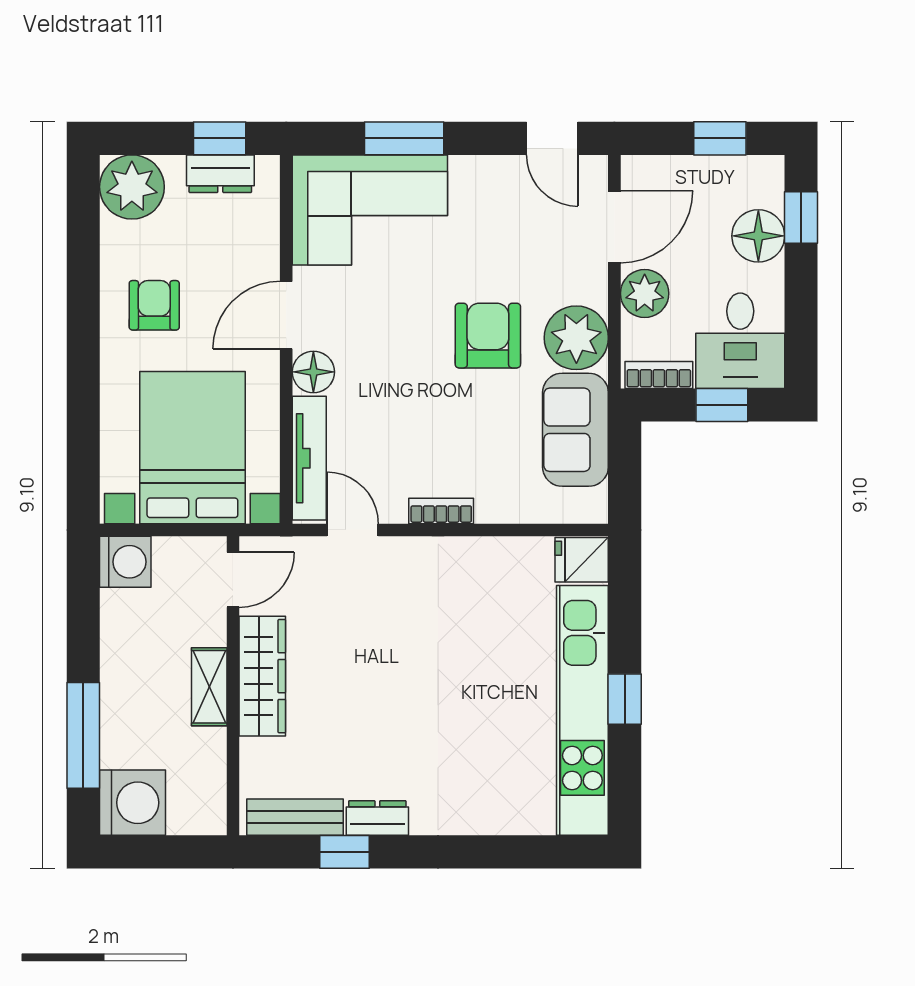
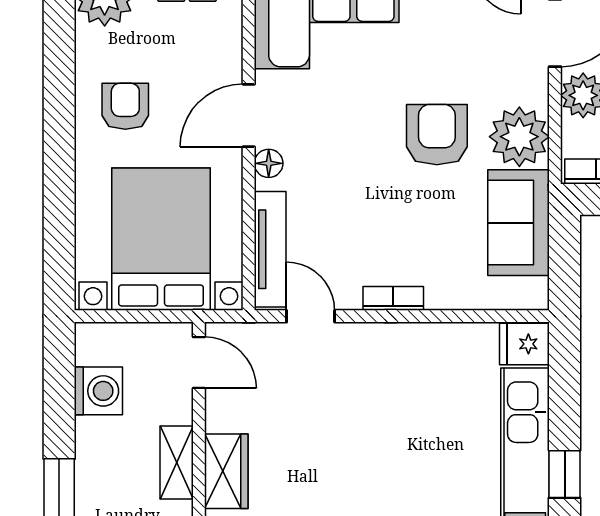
floor lamp: (313, 372) -> (269, 163), width x0.73, depth x0.73
washing machine: (125, 562) -> (98, 391), moved
door: (233, 580) -> (199, 363), hinge flipped
wardrobe: (262, 676) -> (226, 471), width x0.67

